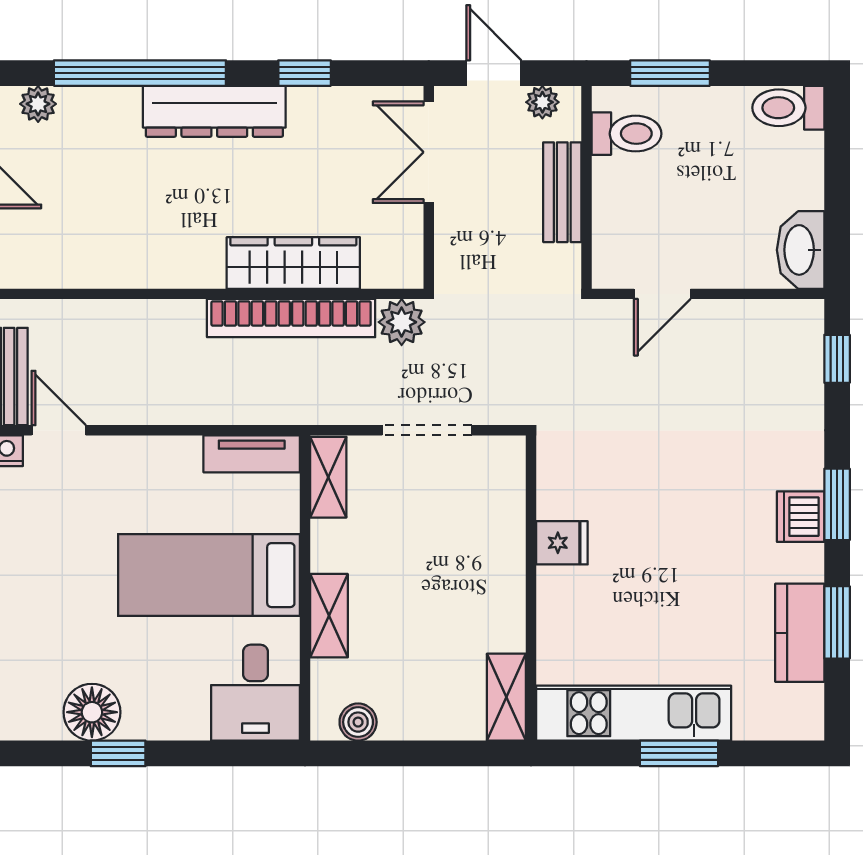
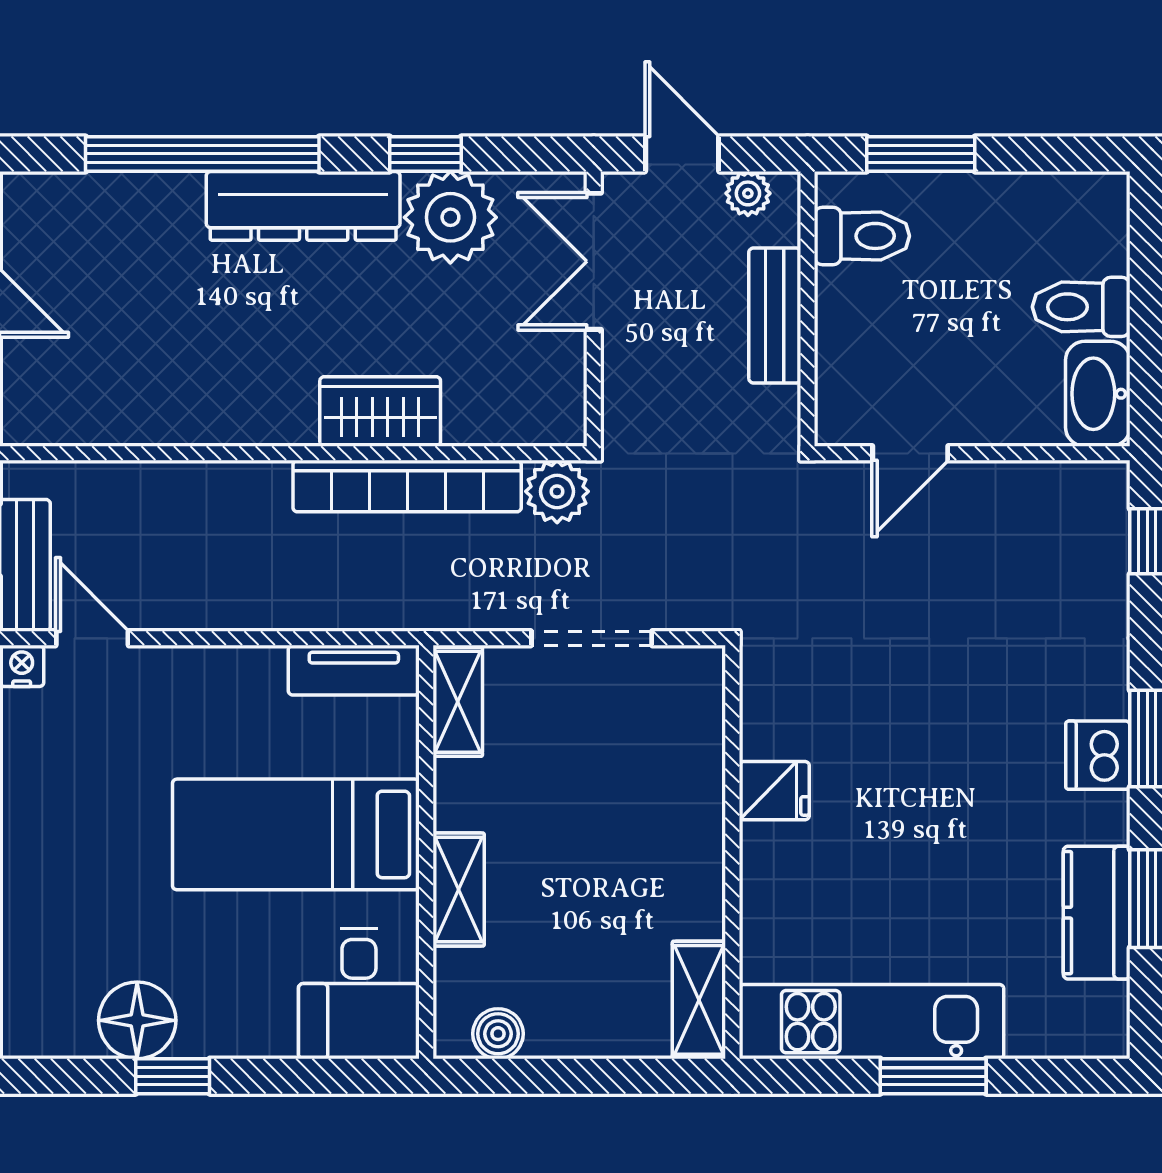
plant: (38, 104) -> (450, 217), moved, width x1.88, depth x1.88
toilet: (788, 108) -> (1081, 307), moved
wardrobe: (293, 263) -> (380, 411), width x0.67

